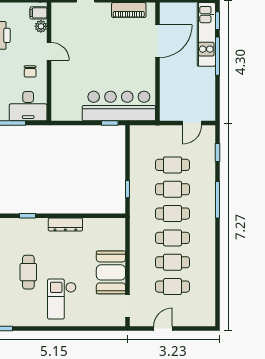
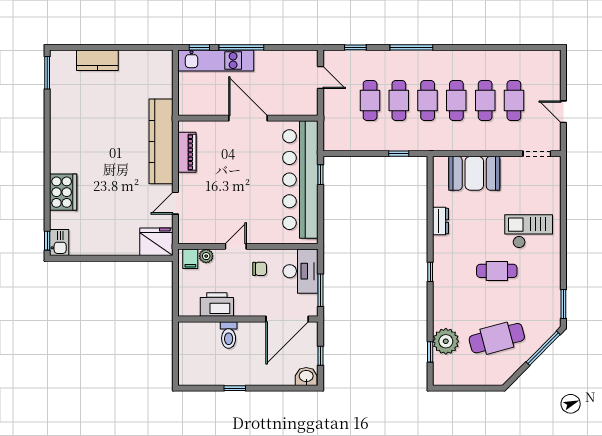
door: (158, 41) -> (248, 118), moved
bar counter: (119, 106) -> (300, 180), width x1.36
dresser: (65, 225) -> (441, 221), width x0.70
booth: (111, 272) -> (474, 173), moved
checkout: (62, 299) -> (529, 231), turned 180

